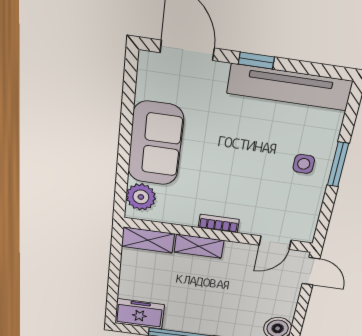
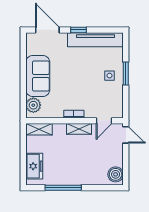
shelving: (199, 246) -> (79, 129), moved
freezer: (140, 314) -> (34, 166), moved, turned 90

